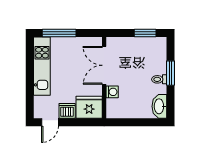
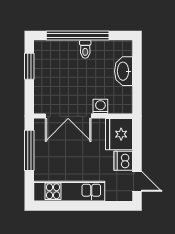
window: (59, 33) -> (29, 150), moved
window: (171, 73) -> (78, 36), width x2.11
washbasin: (159, 106) -> (124, 71), moved, turned 90

